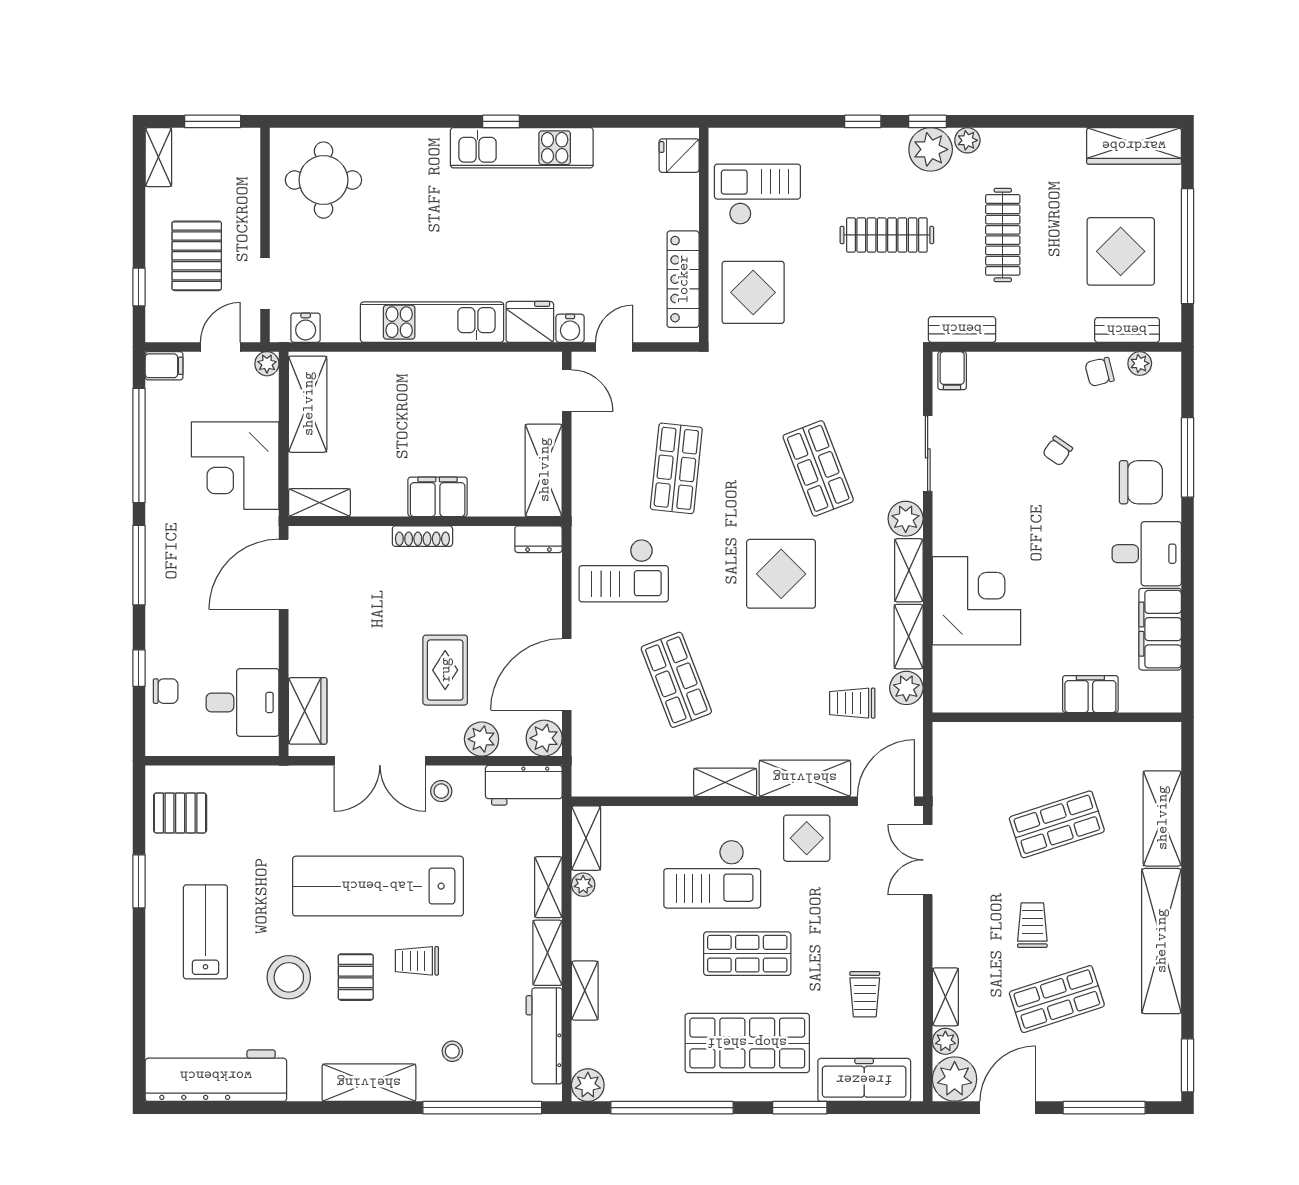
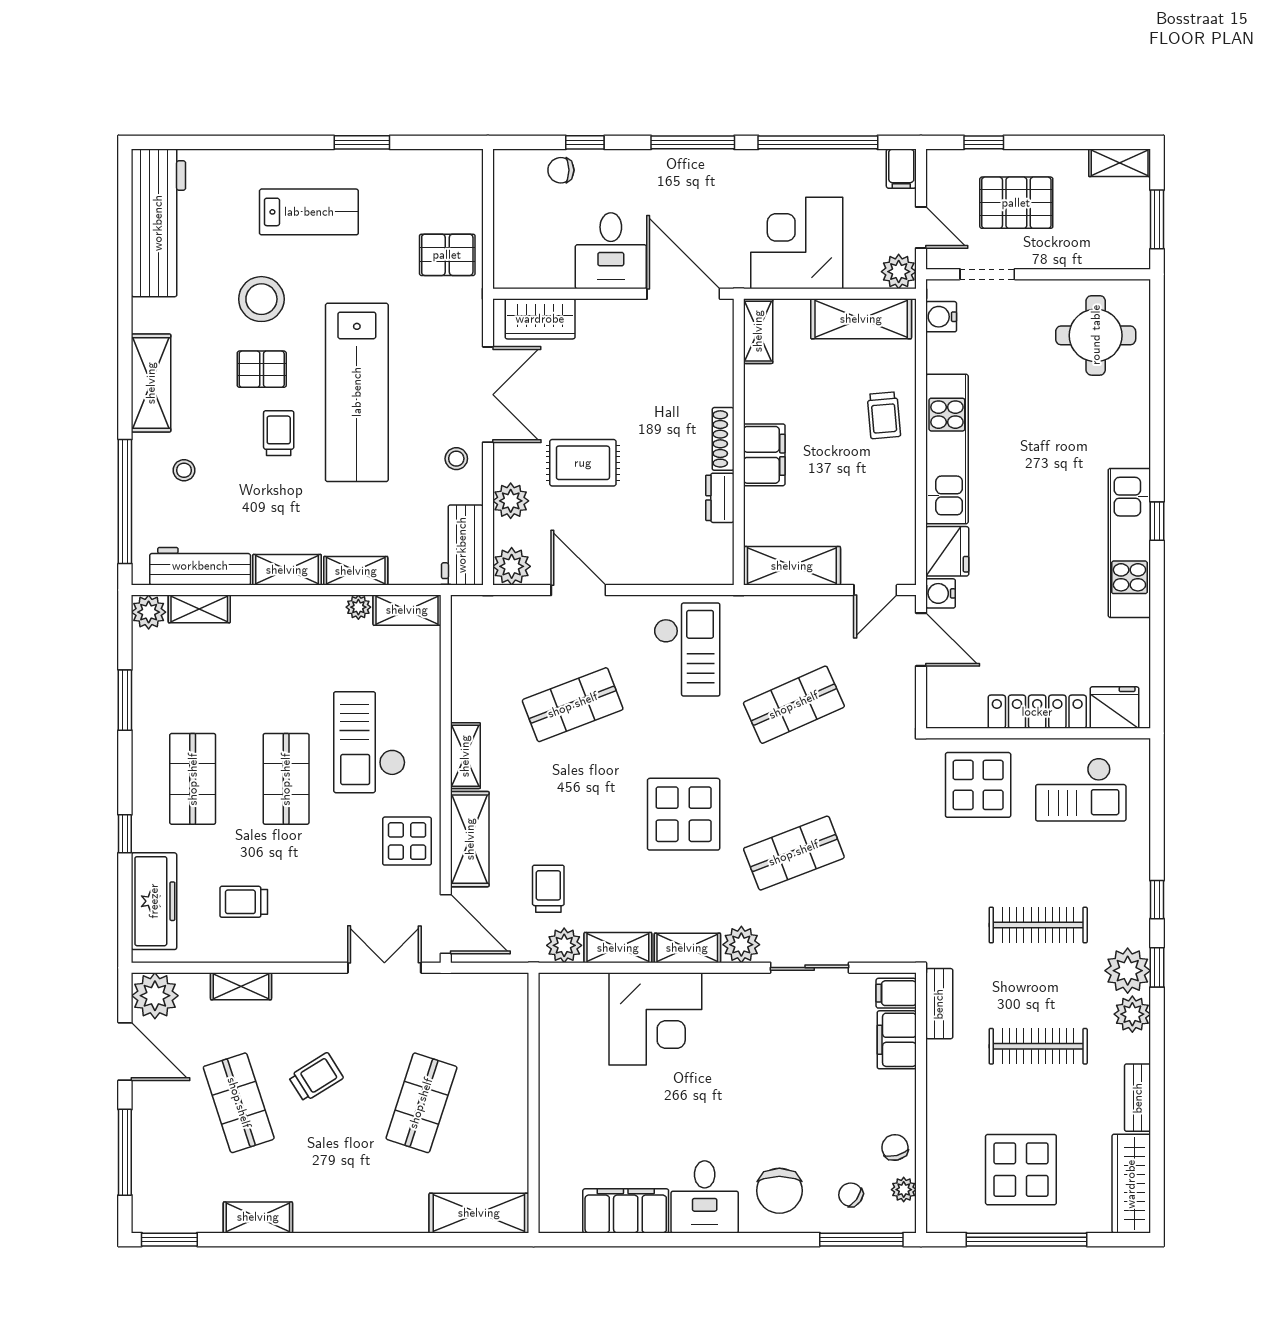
plant: (967, 140) -> (1132, 1014), width x1.38, depth x1.38
fridge: (679, 156) -> (1114, 708), width x1.38
checkout: (757, 194) -> (1081, 790), turned 90
clothes rail: (887, 235) -> (1038, 925), turned 90
locker: (683, 279) -> (1037, 712), moved
bench: (1127, 330) -> (1138, 1098), moved
door: (614, 347) -> (921, 640), width x1.38
plant: (267, 364) -> (899, 272), width x1.38, depth x1.38
trolley: (400, 382) -> (884, 415), added
chair: (1058, 451) -> (851, 1195), moved
window: (1188, 457) -> (861, 1240), moved
shop shelf: (676, 468) -> (794, 705), turned -30
dresser: (538, 539) -> (720, 498), moved
checkout: (624, 571) -> (687, 650), turned 180
door: (567, 674) -> (578, 590), width x0.73
chair: (166, 691) -> (561, 170), turned 90
filing cabinet: (1090, 694) -> (897, 1040), moved, turned 180
desk: (243, 702) -> (611, 251), moved
double door: (380, 761) -> (488, 395), swing flipped
pallet: (180, 813) -> (447, 255), moved, turned 90
shelving: (1162, 818) -> (479, 1213), moved
shop shelf: (1057, 824) -> (421, 1103), turned 36
lab bench: (378, 886) -> (357, 392), turned 180
trolley: (1032, 925) -> (316, 1077), turned -32
shelving: (1161, 941) -> (258, 1217), width x0.45, depth x0.75
shelving: (585, 991) -> (199, 609), moved
plant: (945, 1041) -> (194, 986), removed
shop shelf: (747, 1043) -> (193, 779), width x0.70, depth x0.74
window: (672, 1108) -> (125, 700), width x0.47
window: (800, 1108) -> (125, 834), width x0.67

